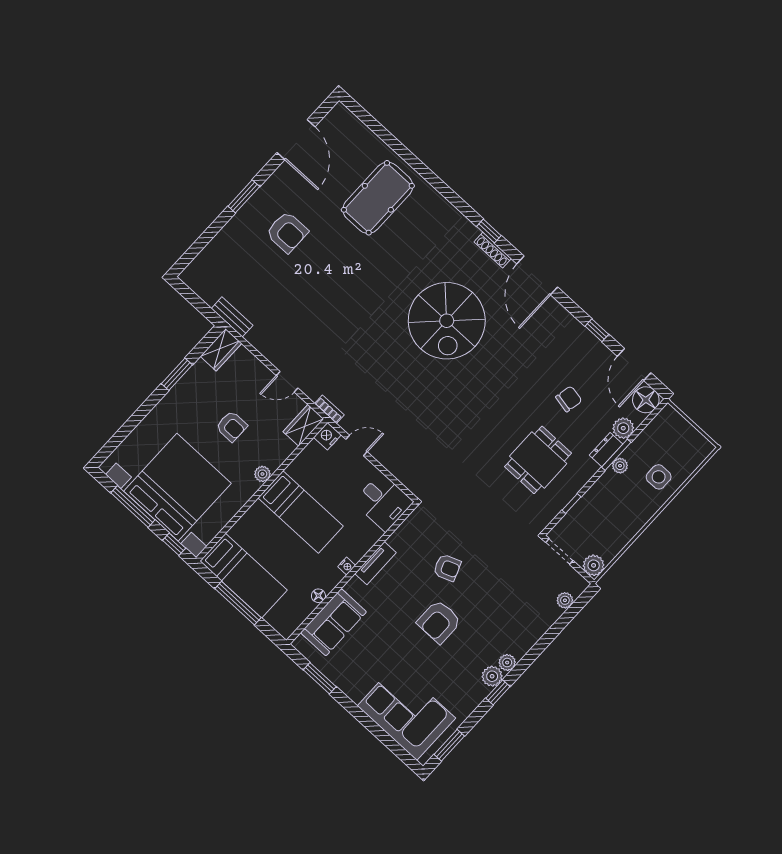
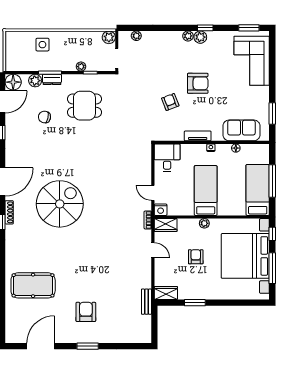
plant: (620, 466) -> (81, 67), moved

